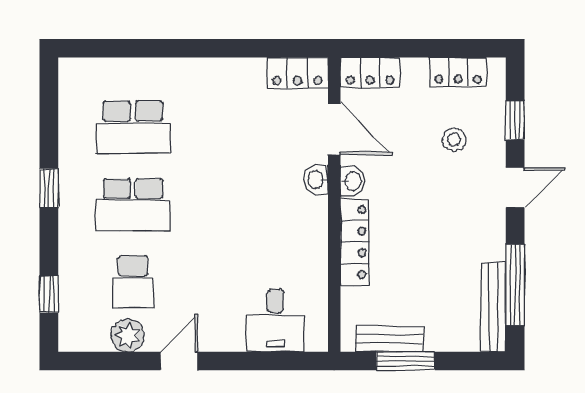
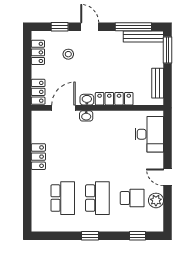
locker: (297, 73) -> (38, 157), moved
desk: (275, 320) -> (149, 134), width x1.37
window: (406, 361) -> (168, 50), moved

